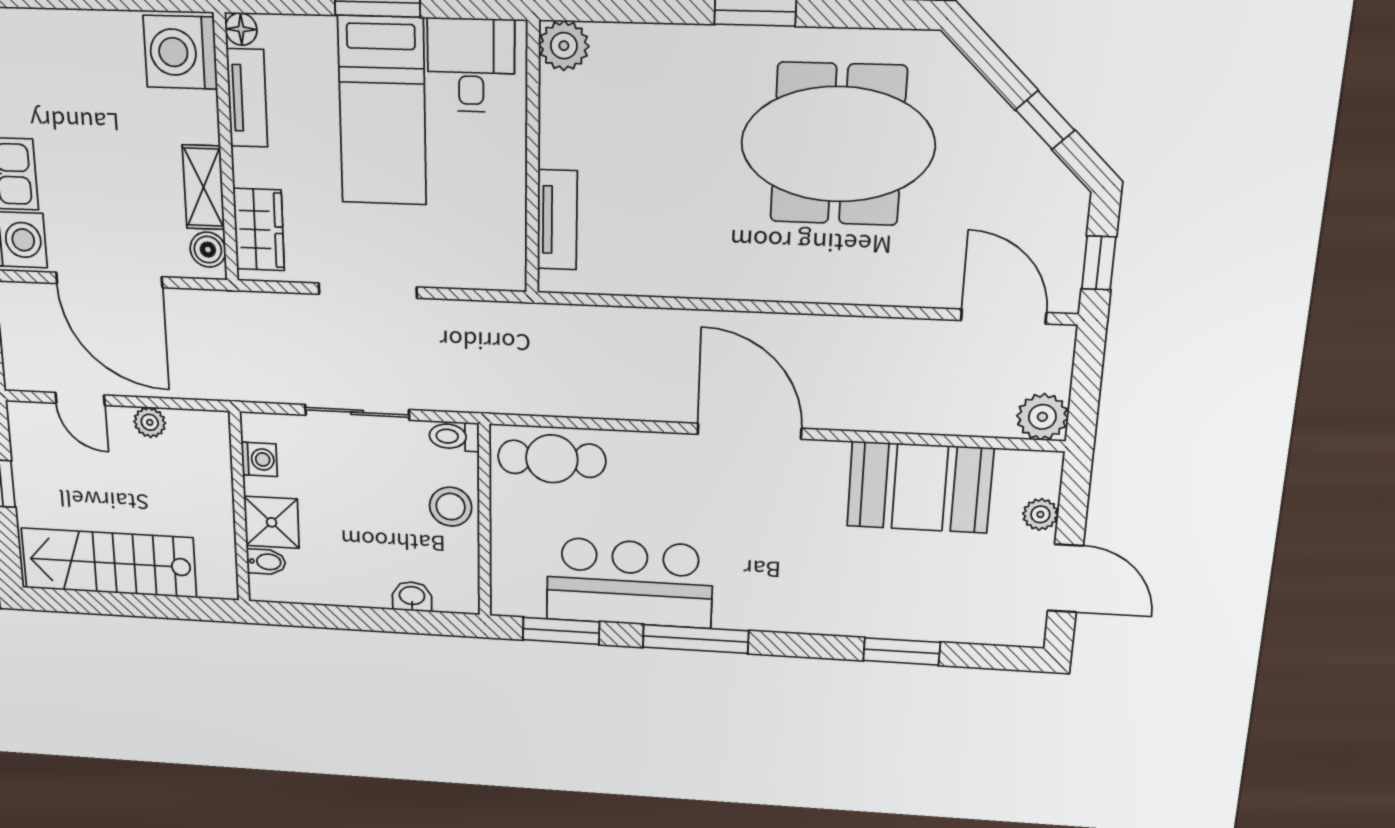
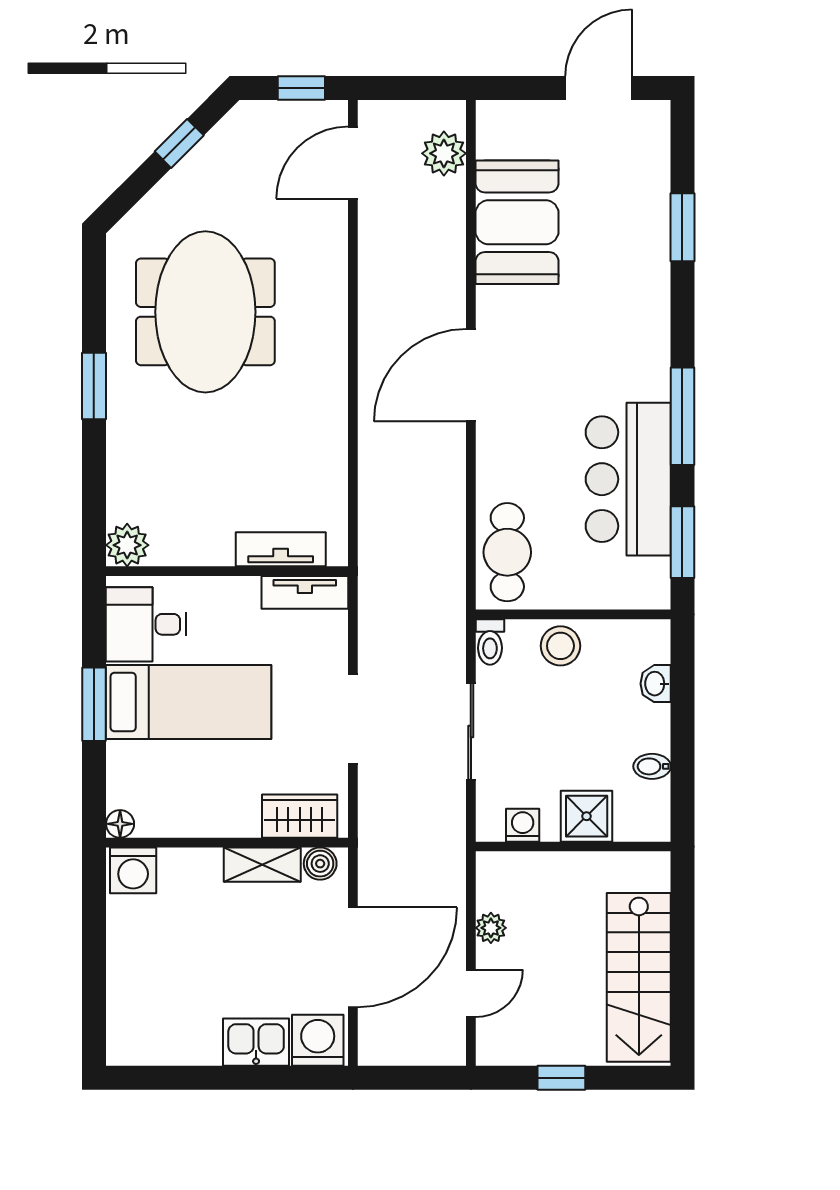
washing machine: (180, 52) -> (133, 870), width x0.73, depth x0.73
tv unit: (247, 98) -> (305, 592), moved, turned 180
plant: (1042, 417) -> (444, 153), moved
plant: (1040, 514) -> (537, 115), removed
bidet: (266, 562) -> (652, 766), moved, turned -90

